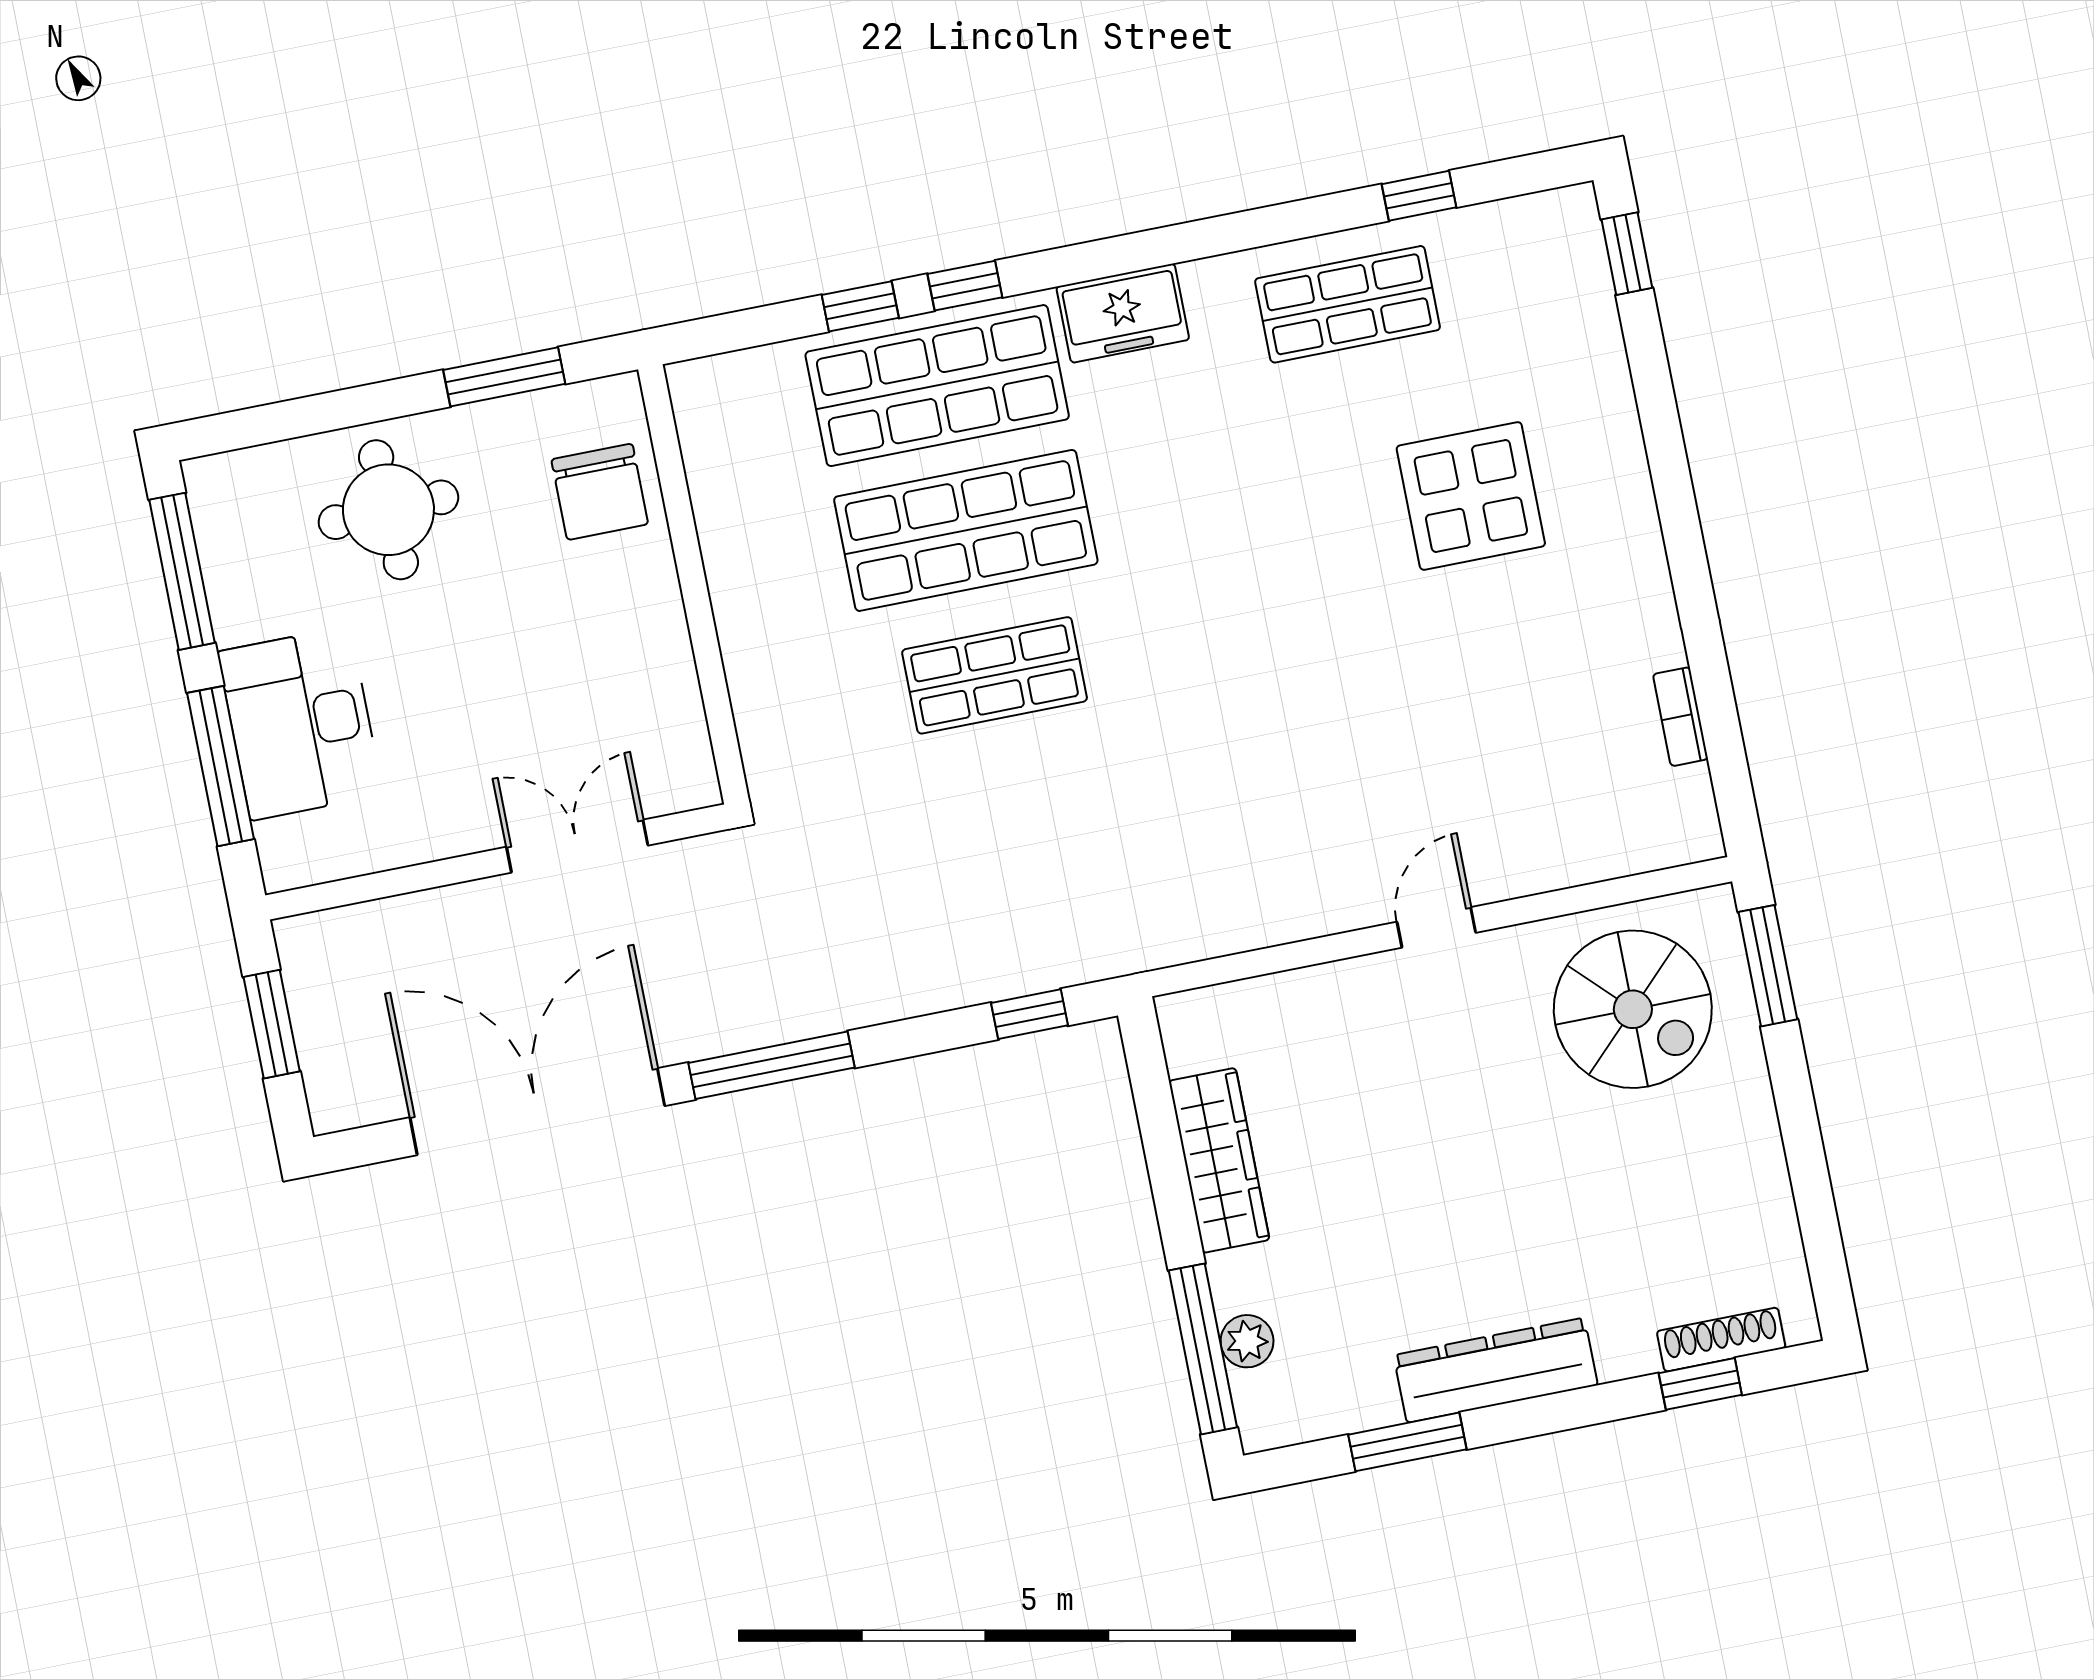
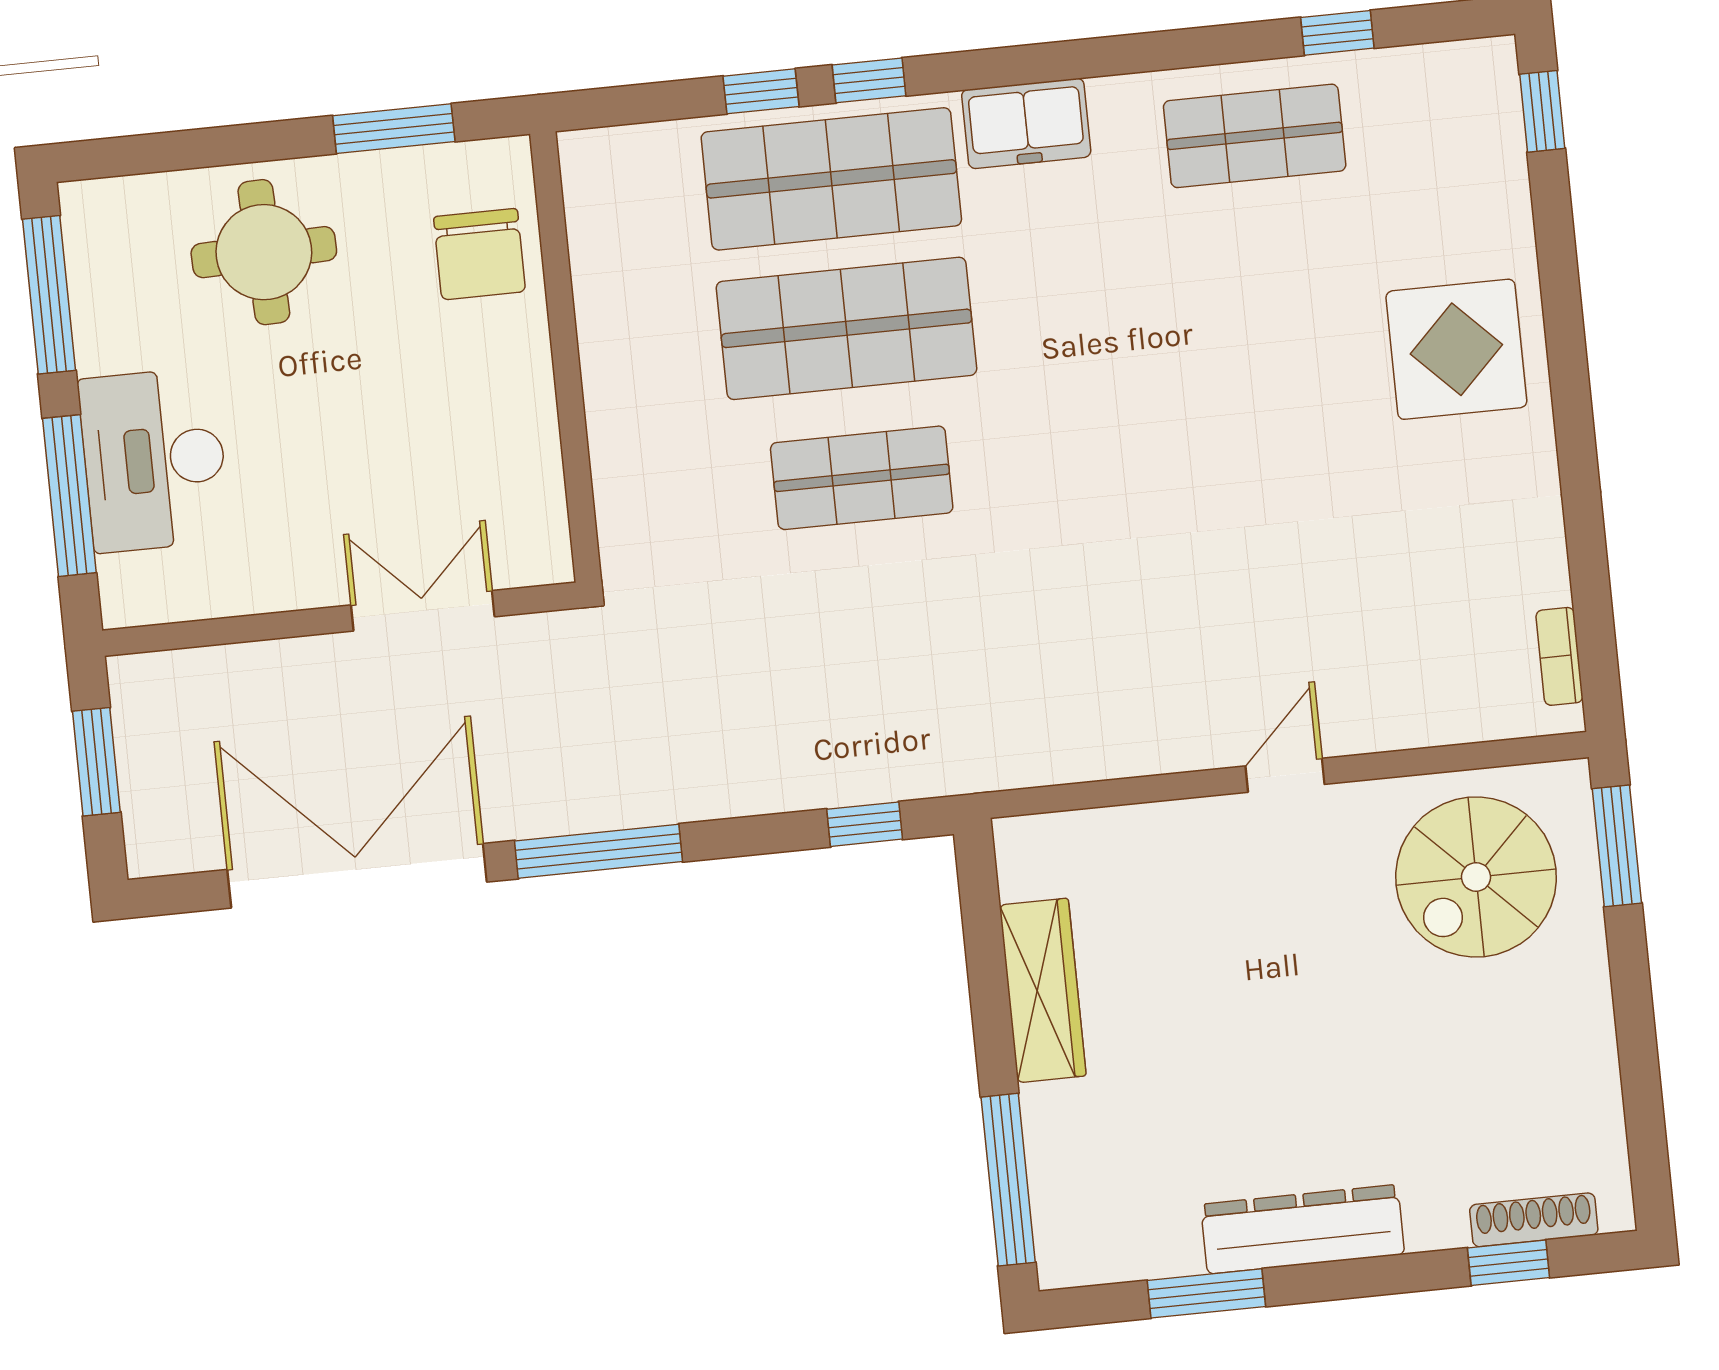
display table: (1471, 496) -> (1456, 349), moved
bookcase: (1680, 717) -> (1559, 656), moved
spiral stairs: (1633, 1009) -> (1476, 877), turned 90
plant: (1247, 1341) -> (1054, 1176), removed

